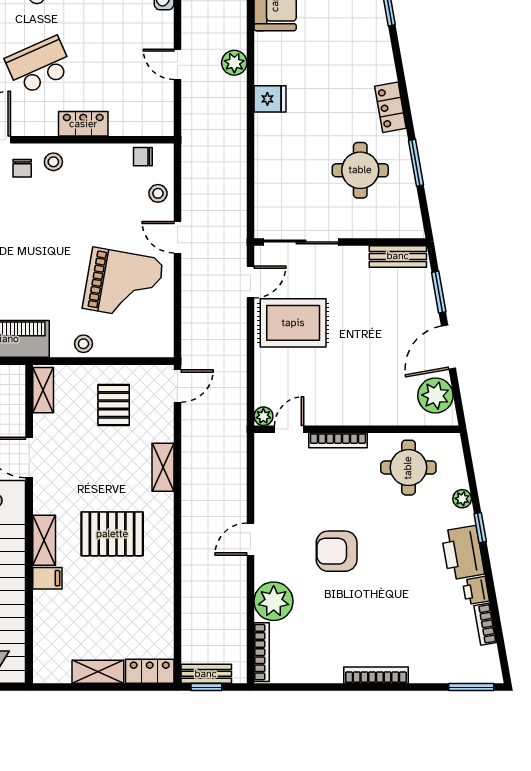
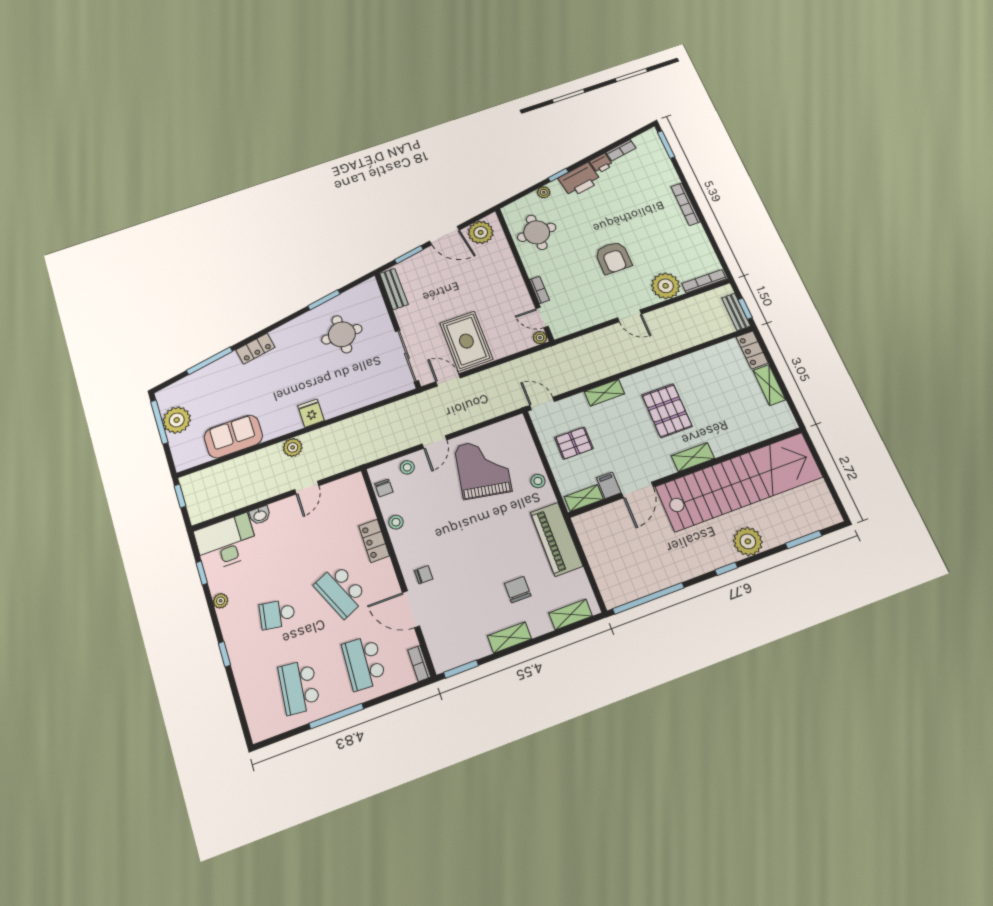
locker: (390, 107) -> (255, 349), moved
stool: (53, 162) -> (396, 522), moved
bookcase: (338, 440) -> (539, 290), width x0.64
filing cabinet: (47, 578) -> (609, 485), moved

